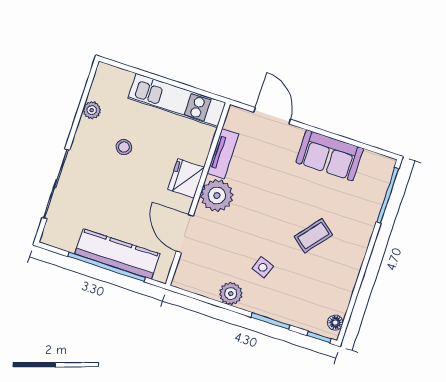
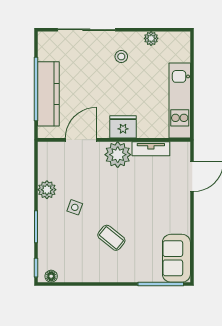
stool: (124, 147) -> (121, 57), moved
sofa: (330, 155) -> (176, 258), moved

